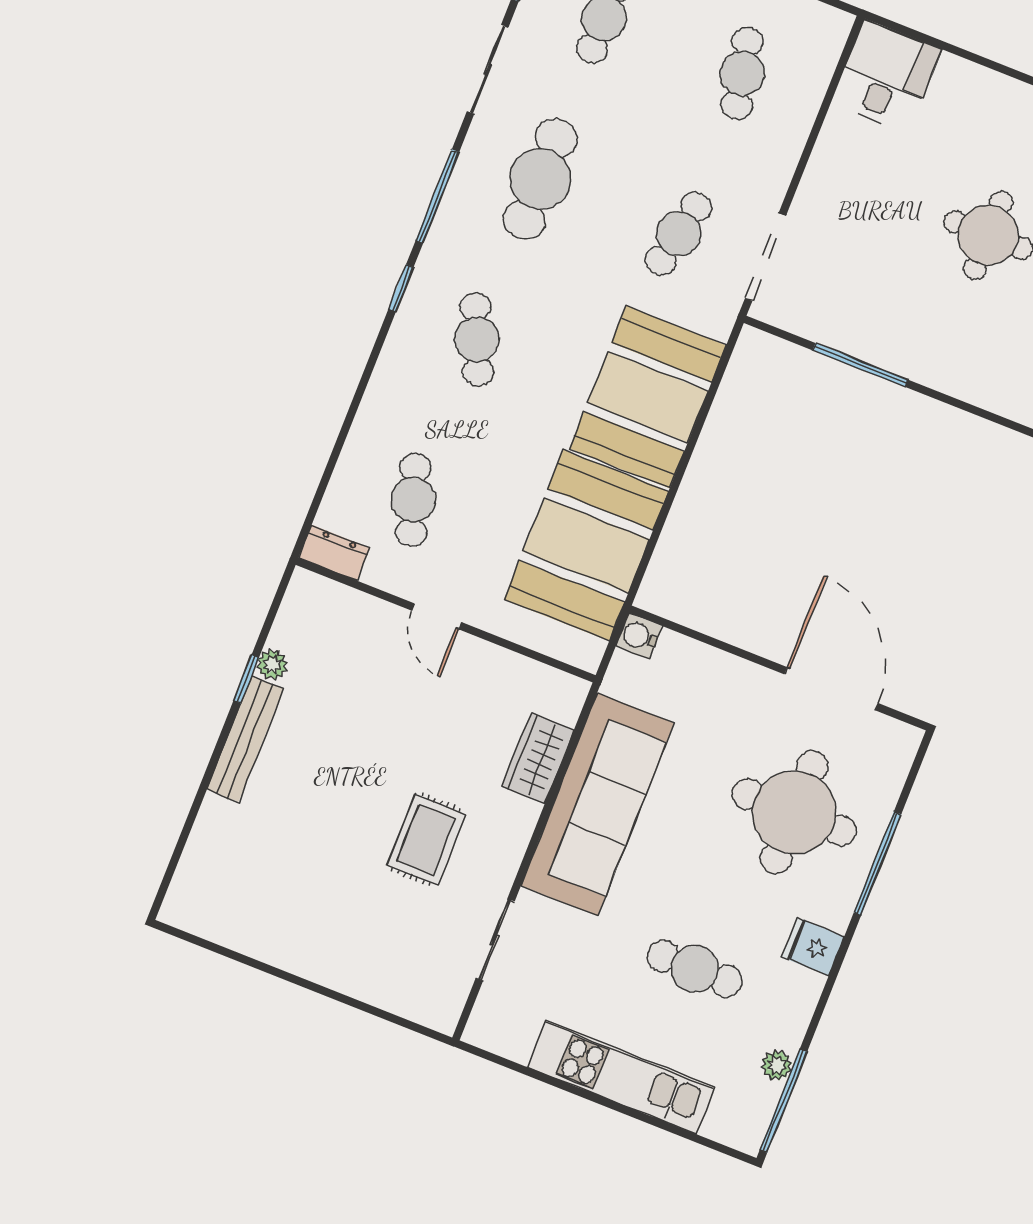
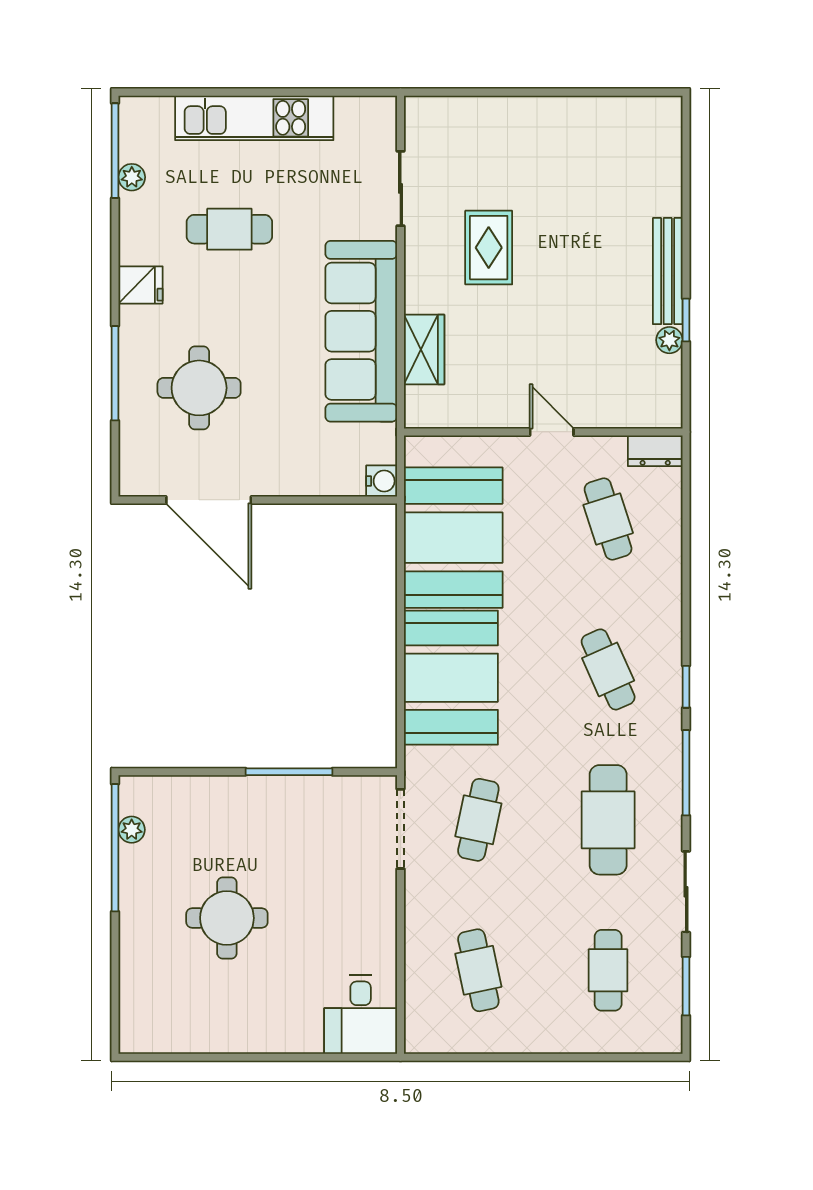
round table: (794, 812) -> (199, 388), width x0.73, depth x0.73

